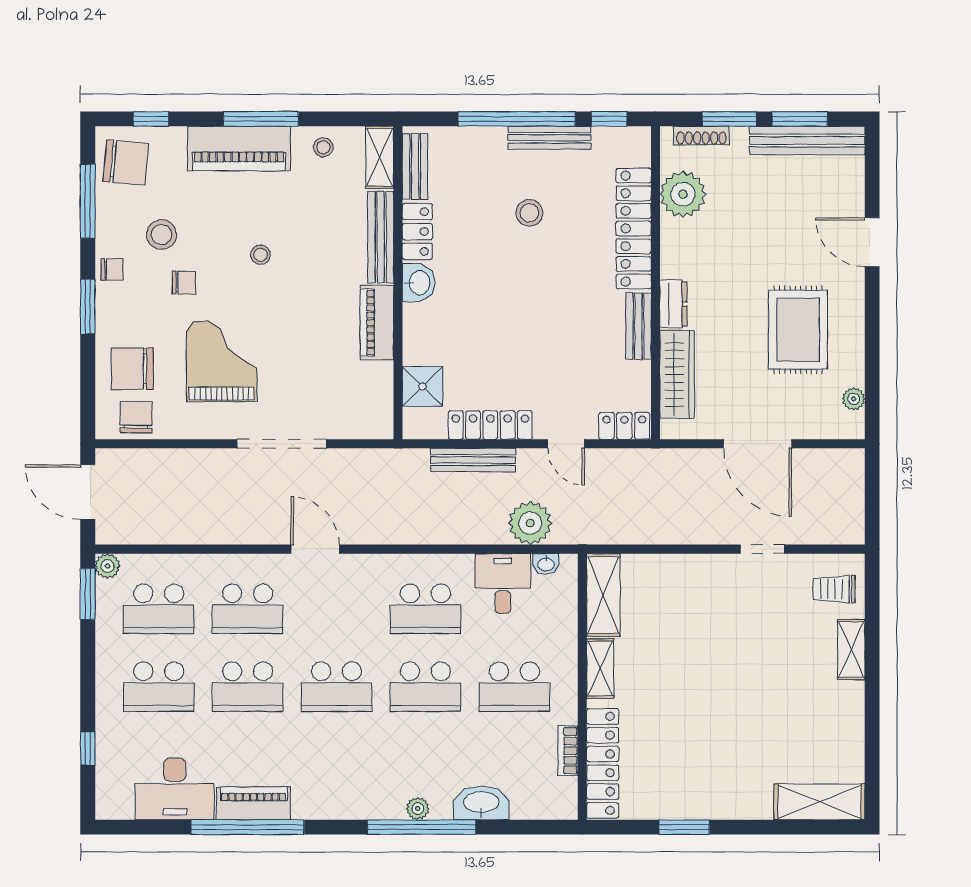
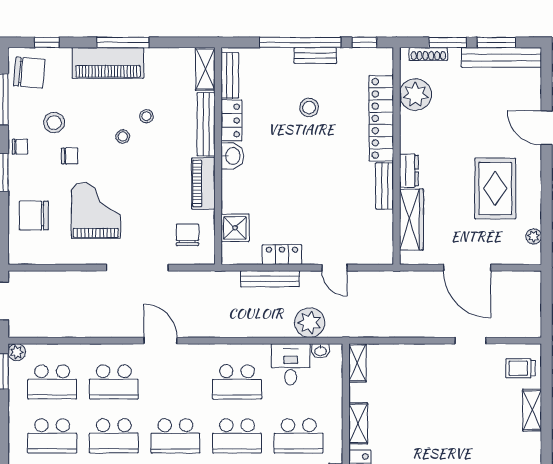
bench: (549, 138) -> (315, 56), width x0.73
stool: (323, 147) -> (146, 116), moved
chair: (136, 417) -> (187, 235), moved
locker: (490, 425) -> (282, 255), width x0.66
locker: (624, 426) -> (375, 255), removed
shelving: (603, 595) -> (357, 363), width x0.67, depth x0.75

